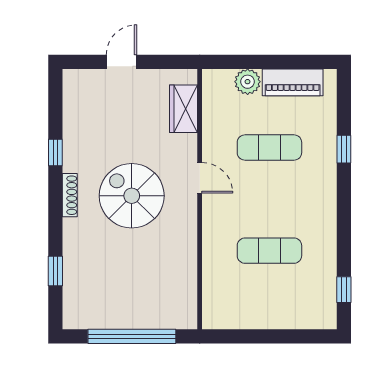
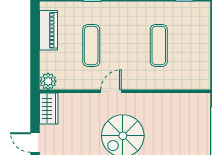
plant: (248, 82) -> (48, 81), moved
wardrobe: (183, 109) -> (49, 108), moved, turned -90

